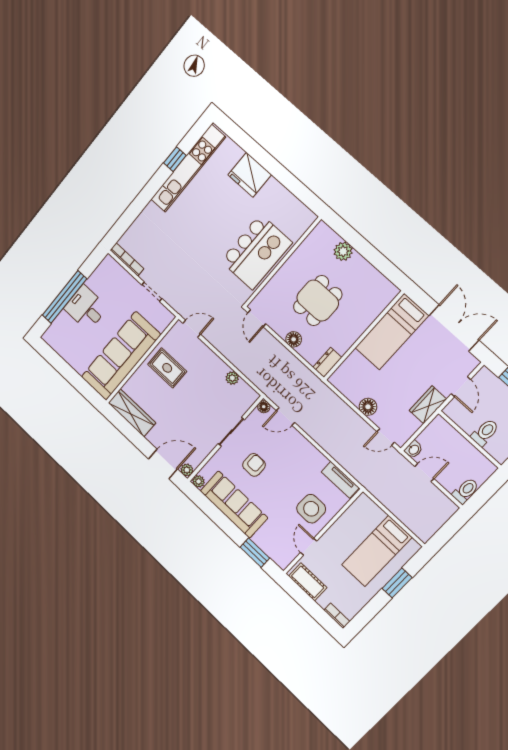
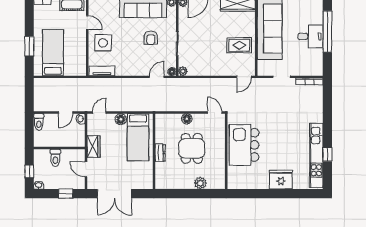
bed: (392, 332) -> (138, 137), moved, turned 180
dresser: (327, 362) -> (160, 153), moved
plant: (232, 378) -> (183, 71), moved

